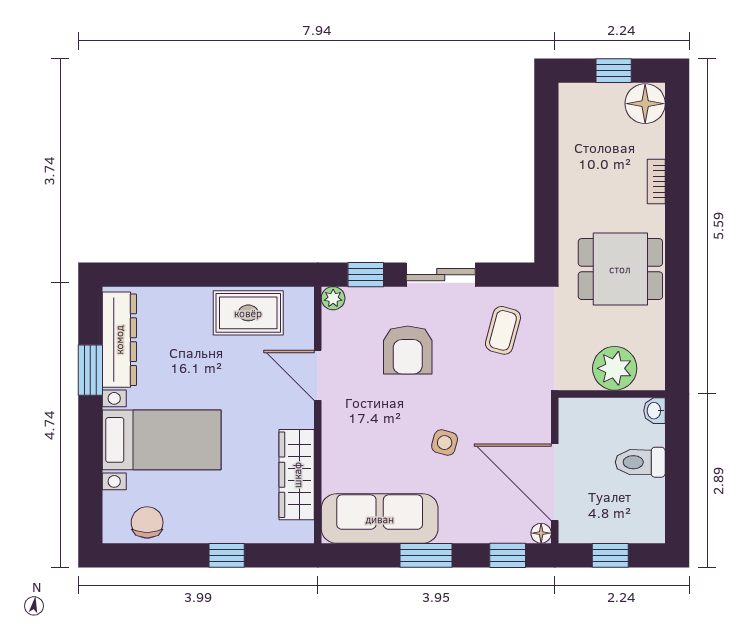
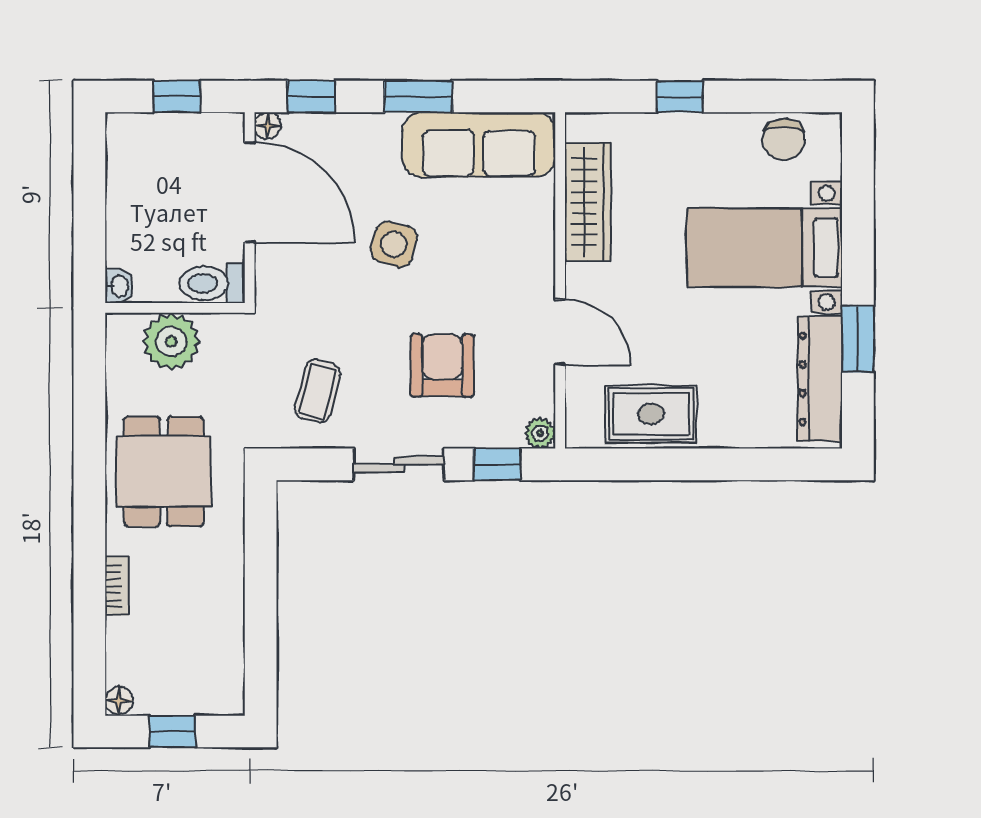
floor lamp: (645, 104) -> (119, 700), width x0.53, depth x0.53
dining table: (620, 269) -> (164, 471), turned 90
side table: (445, 443) -> (394, 244), width x1.37, depth x1.37
toilet: (640, 462) -> (212, 283), moved, turned 180

